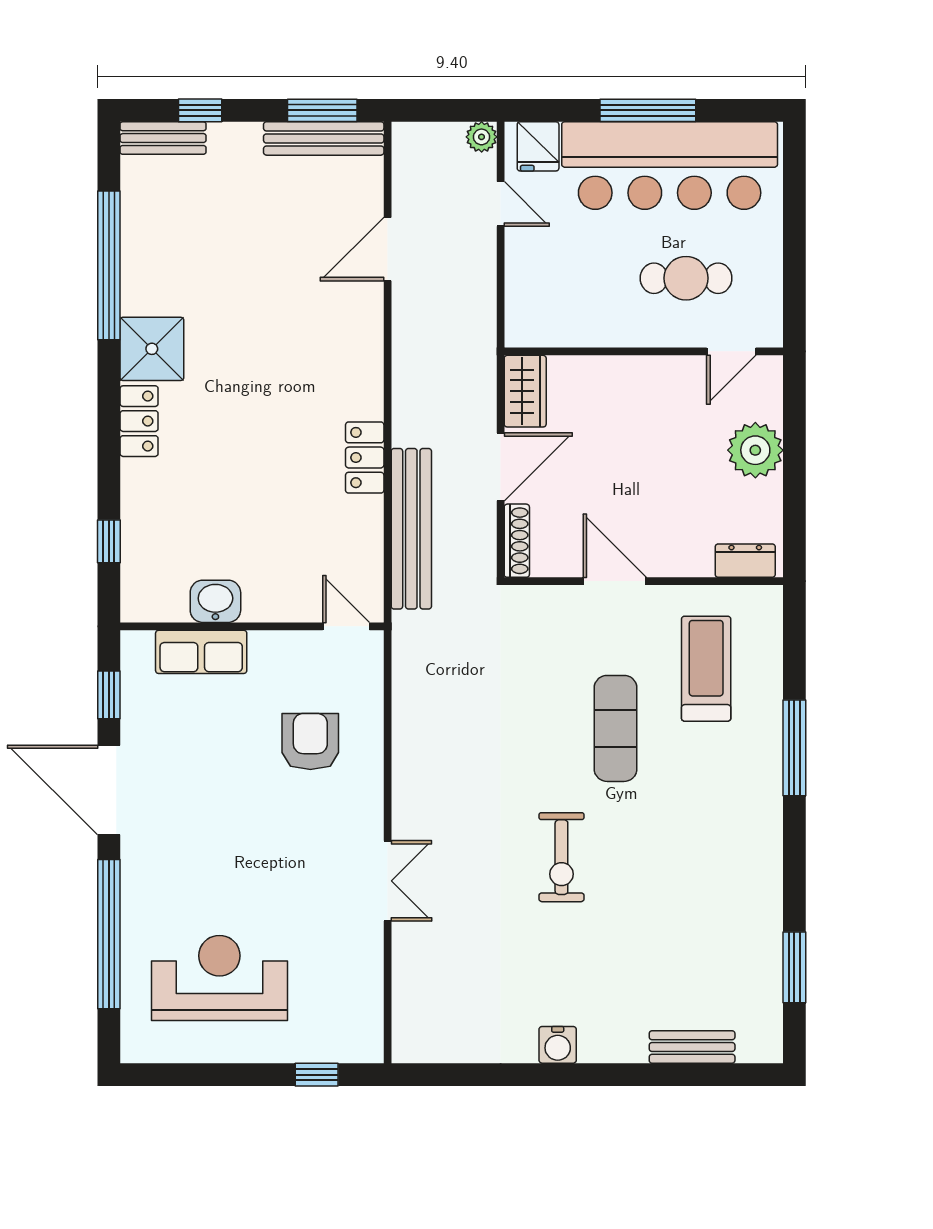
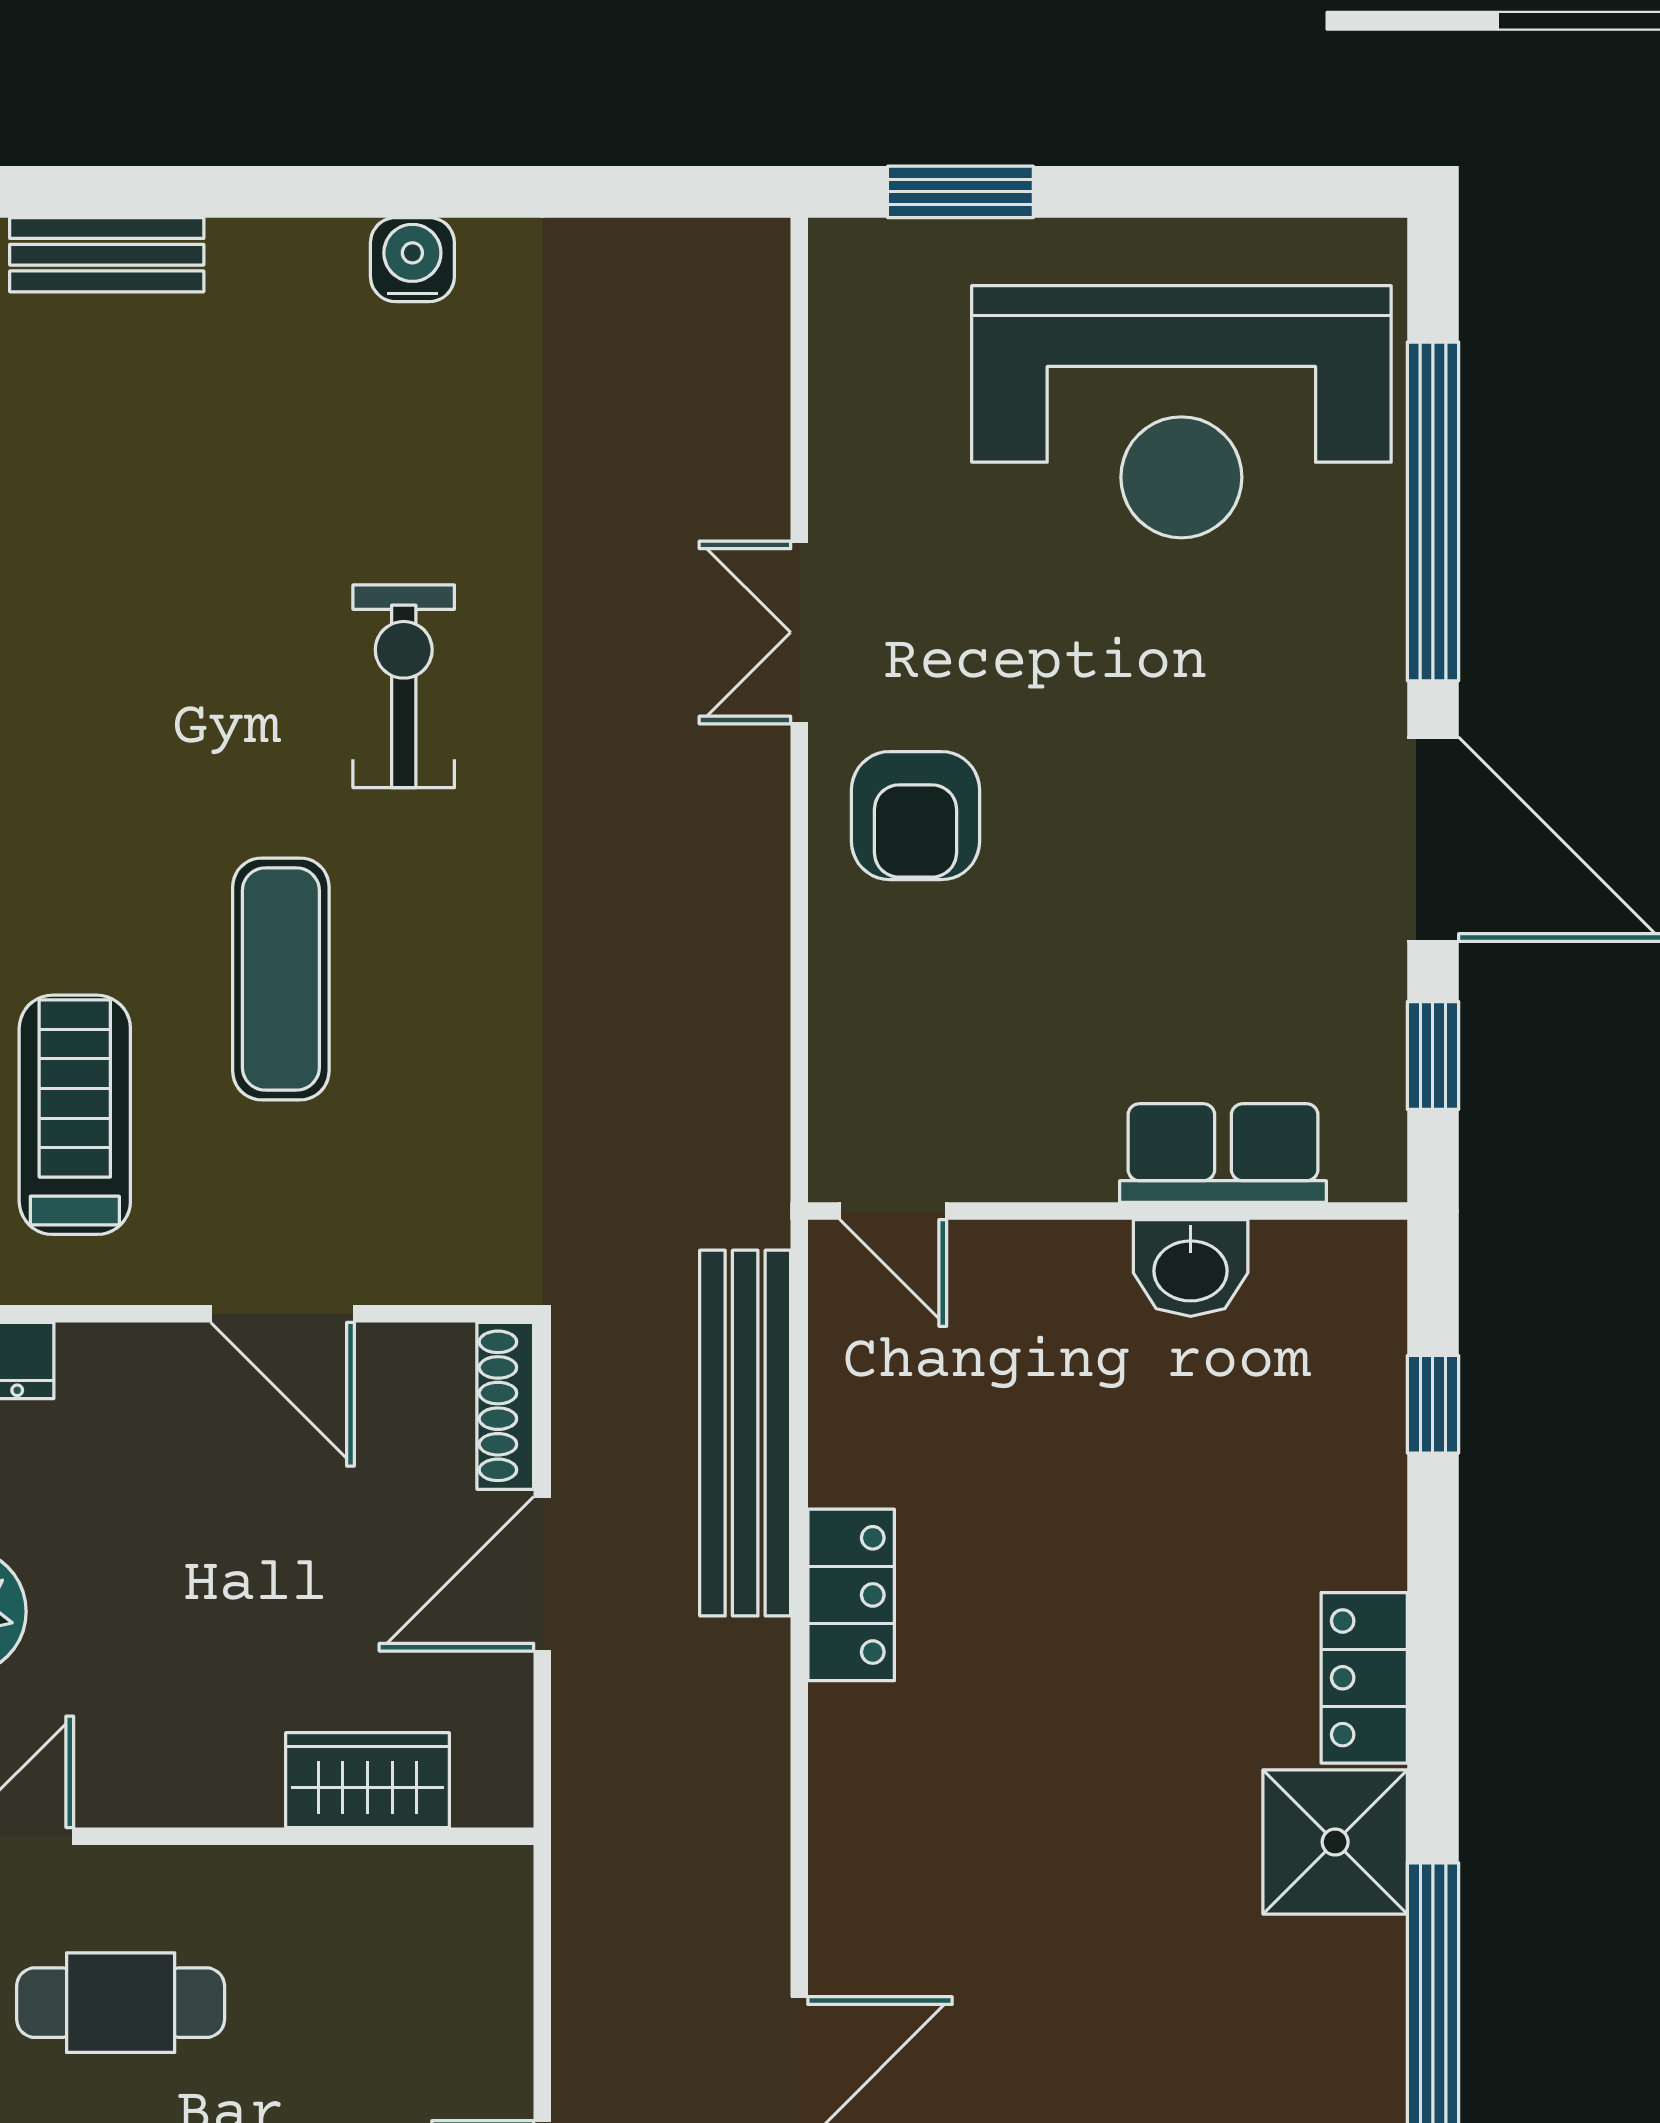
wardrobe: (525, 391) -> (368, 1780), moved, turned 90
treadmill: (706, 669) -> (75, 1115), turned 180
armchair: (310, 741) -> (916, 816), moved
reception desk: (219, 978) -> (1181, 412), width x1.36, depth x1.30
window: (317, 1075) -> (960, 192), width x1.50

